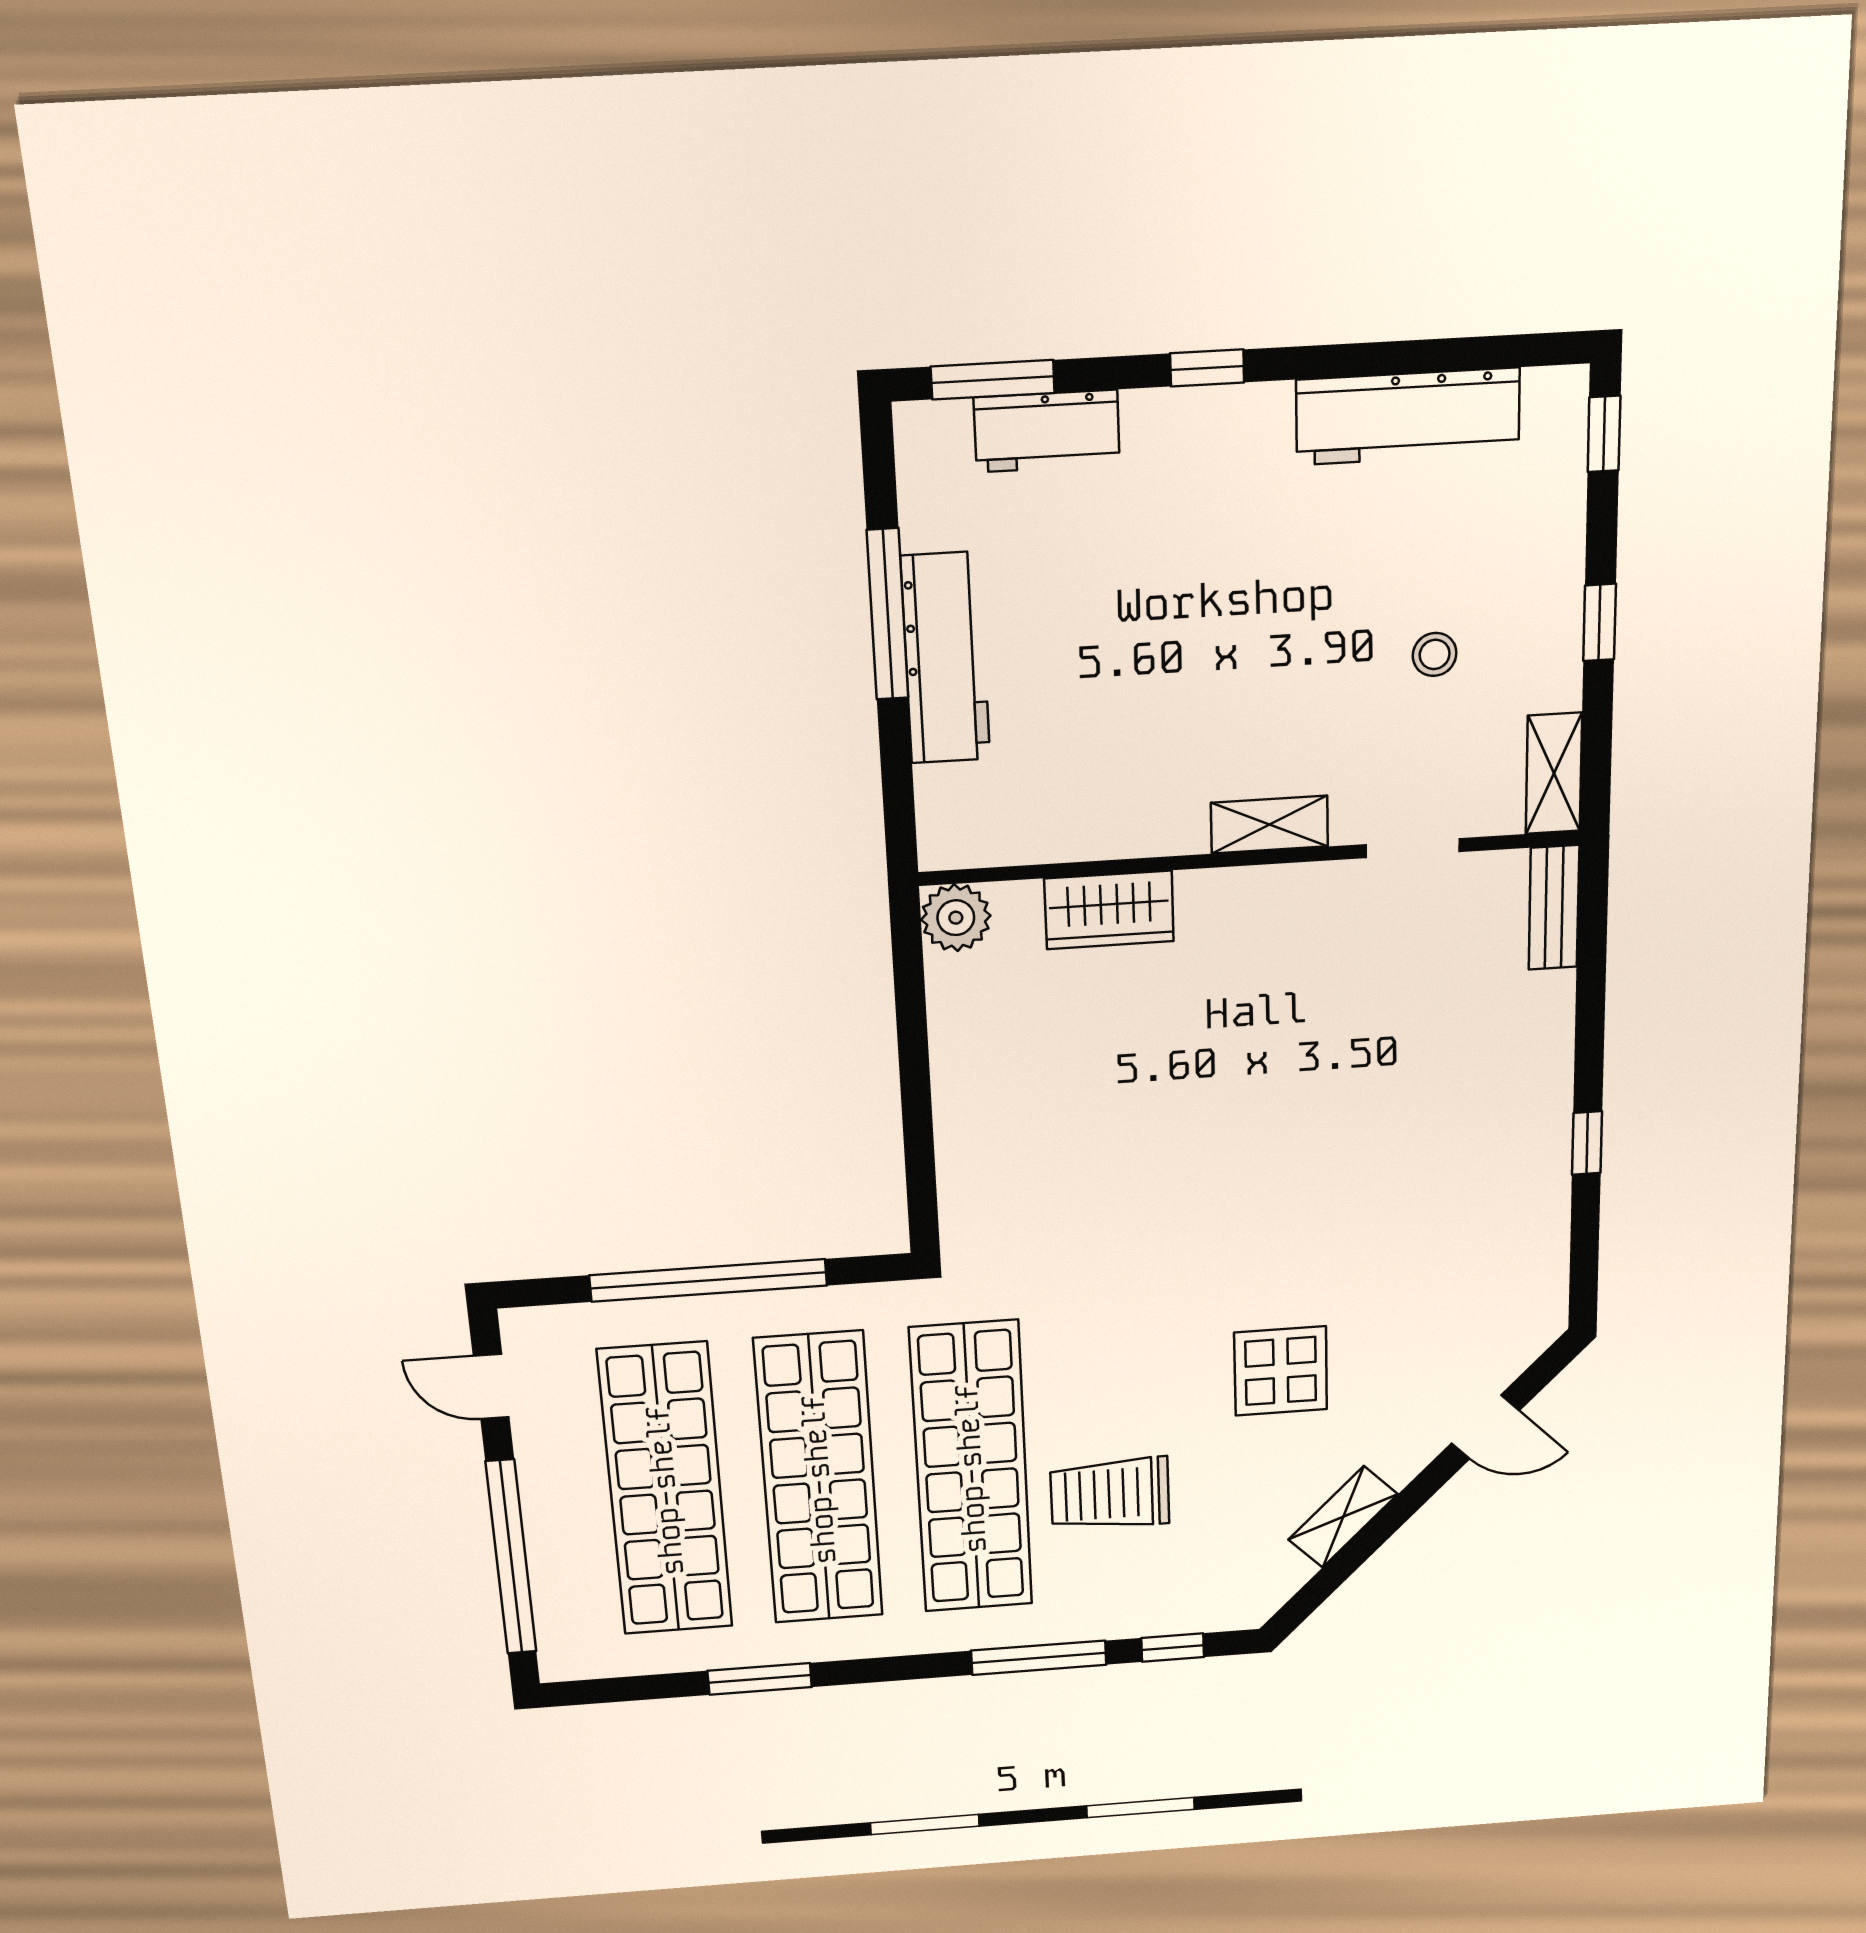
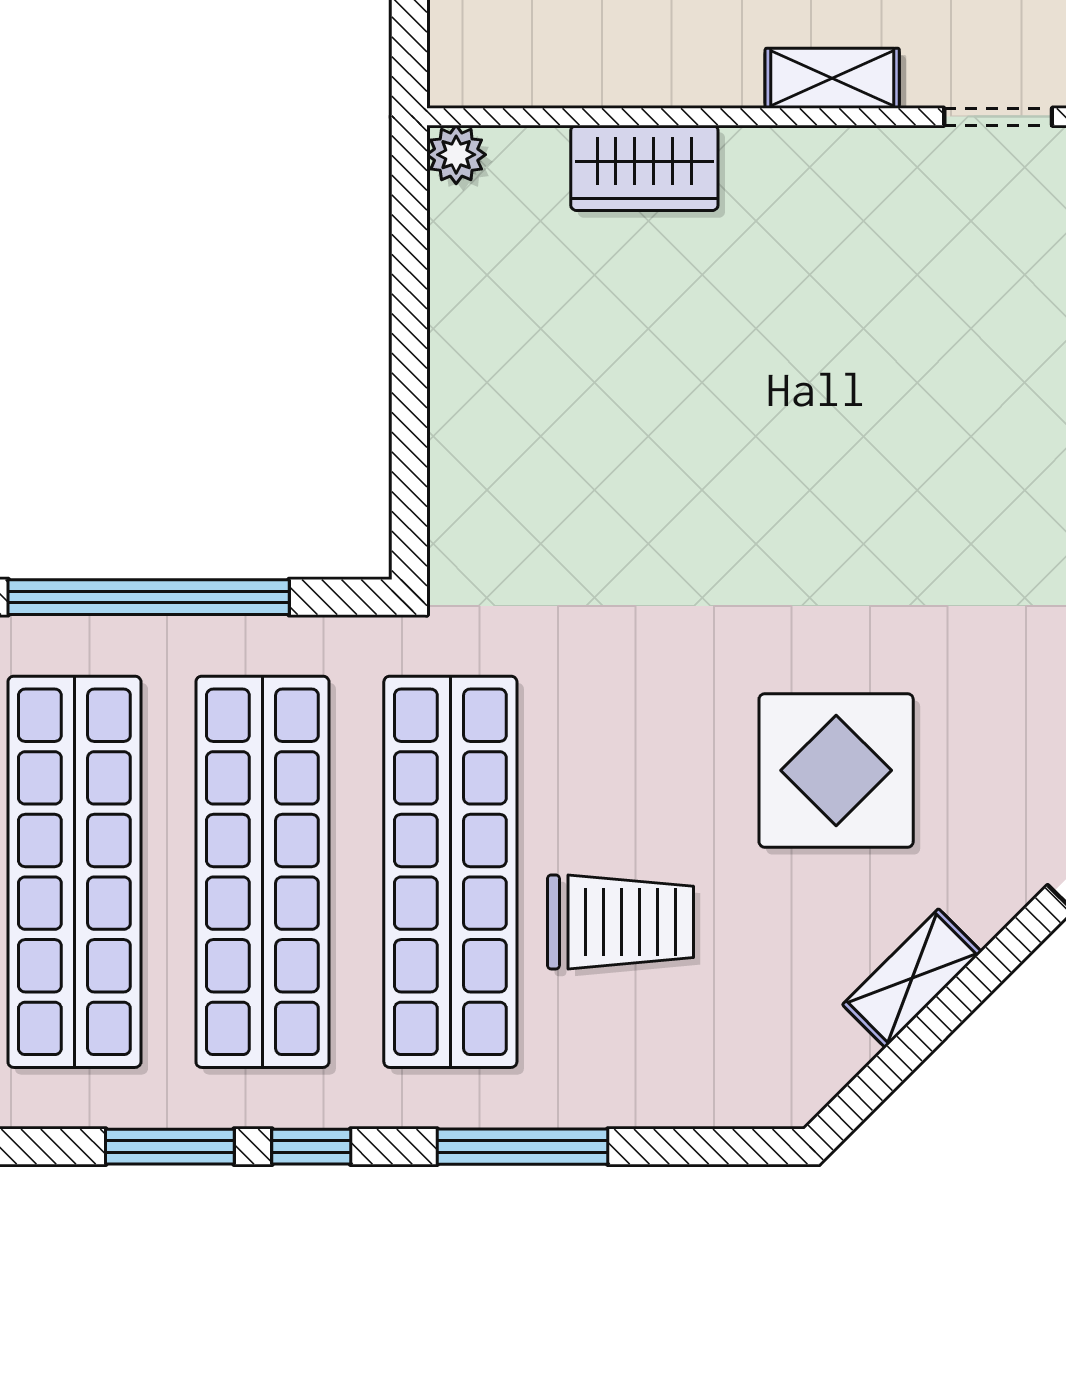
plant: (956, 918) -> (456, 155), width x0.73, depth x0.73
display table: (1281, 1371) -> (836, 770), width x1.36, depth x1.36
trolley: (1110, 1494) -> (620, 922), turned 180
window: (1173, 1648) -> (311, 1147), moved

